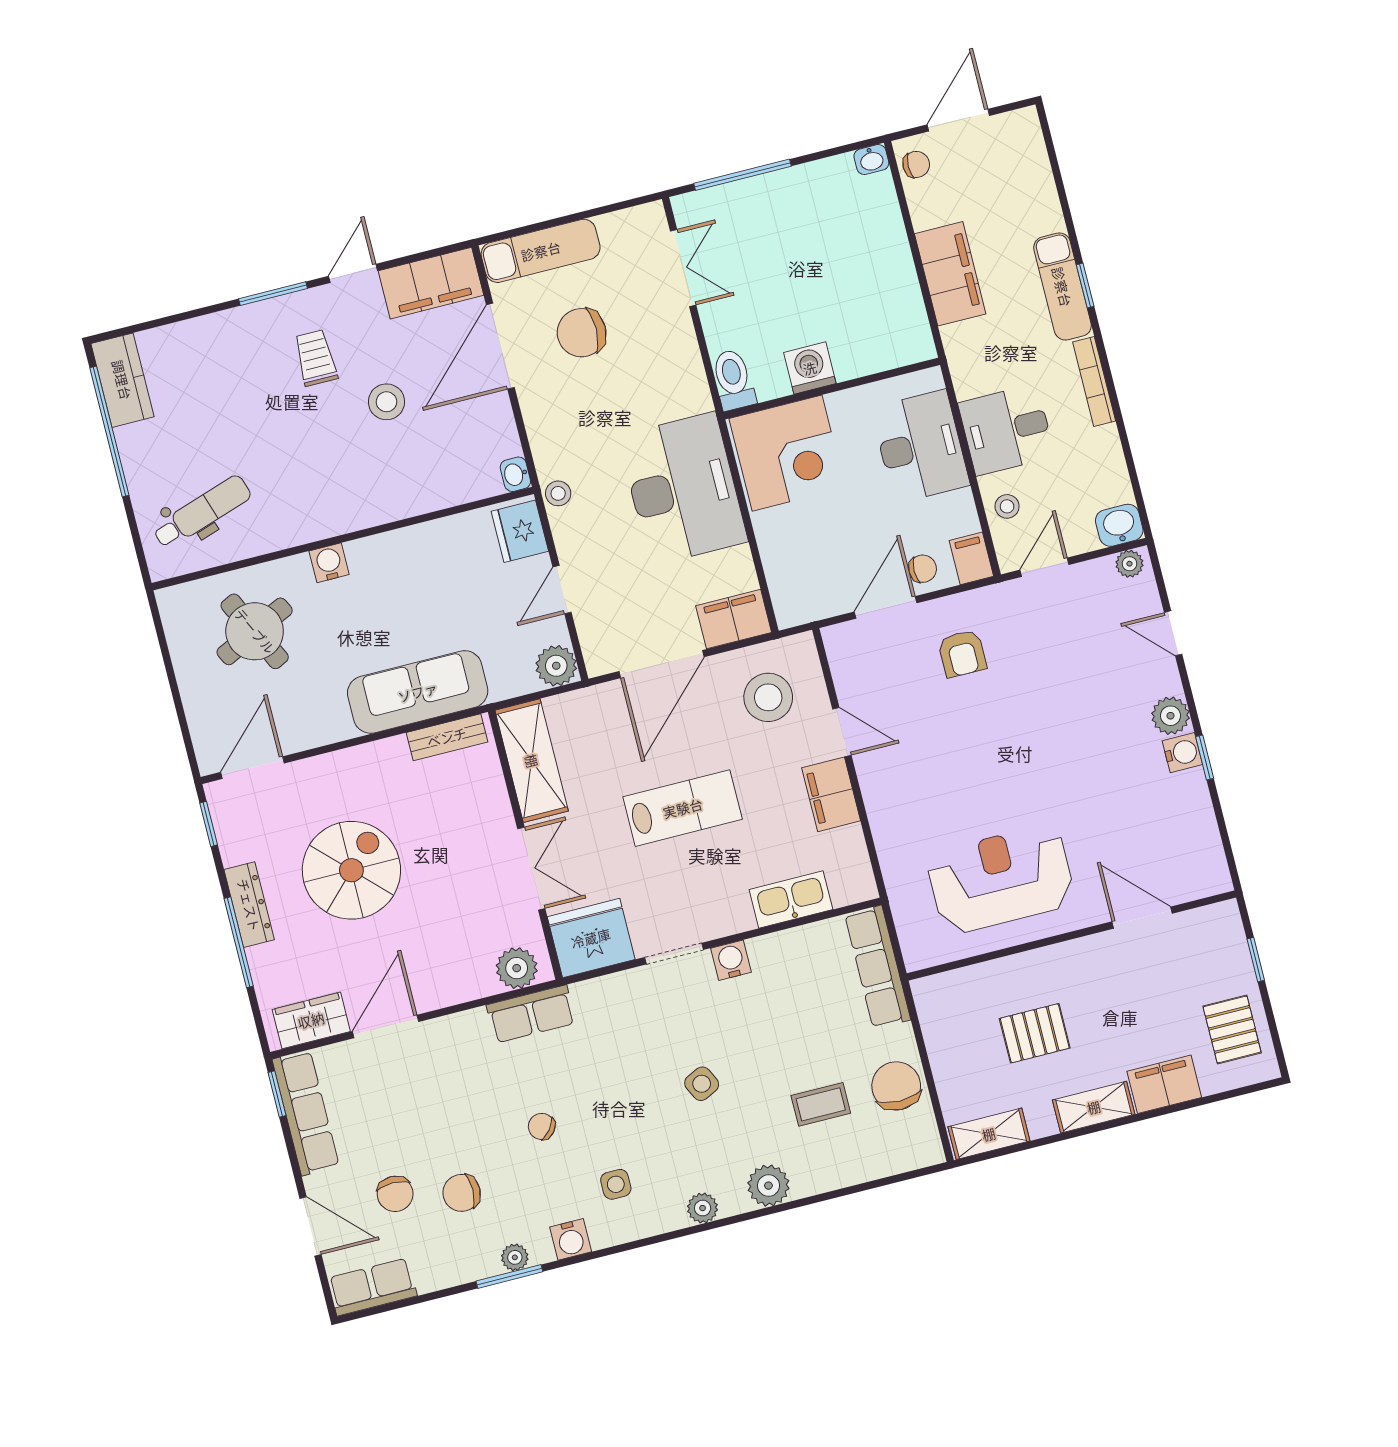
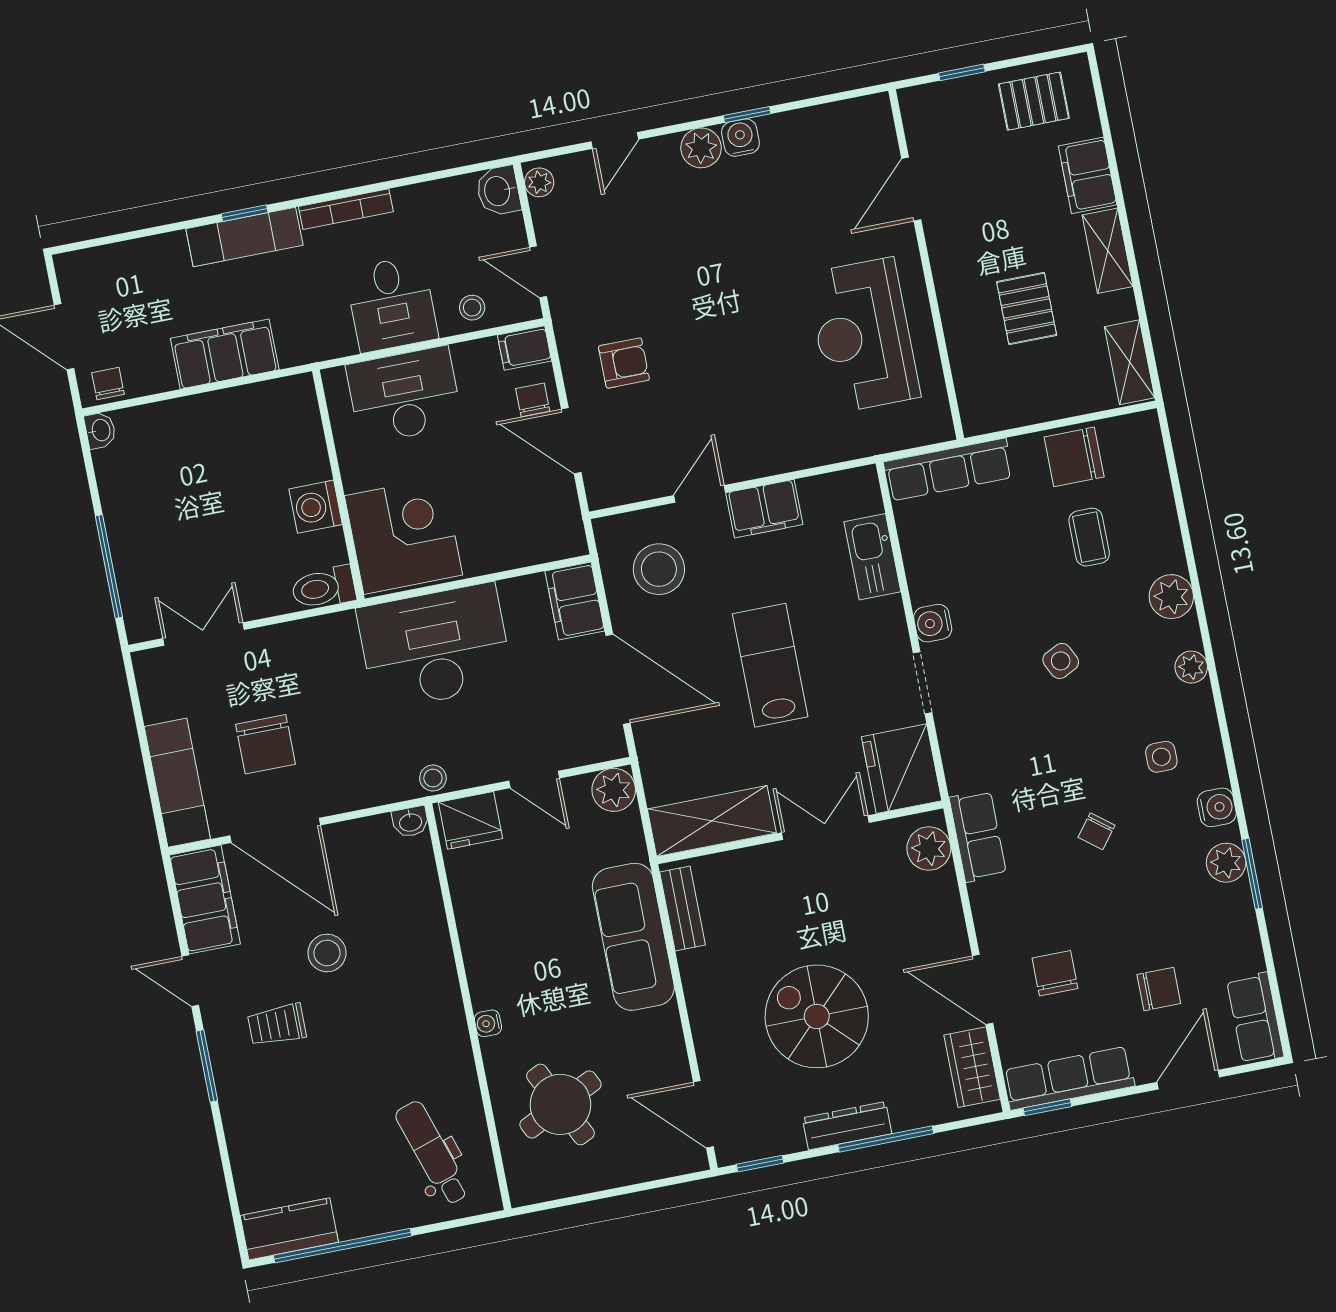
water cooler: (329, 563) -> (488, 1023), width x0.72, depth x0.72
chair: (462, 1193) -> (1055, 973), moved, turned 180
plant: (515, 1257) -> (1226, 863), width x1.38, depth x1.38

